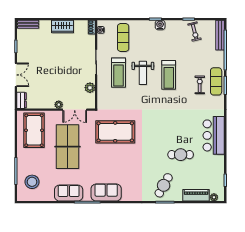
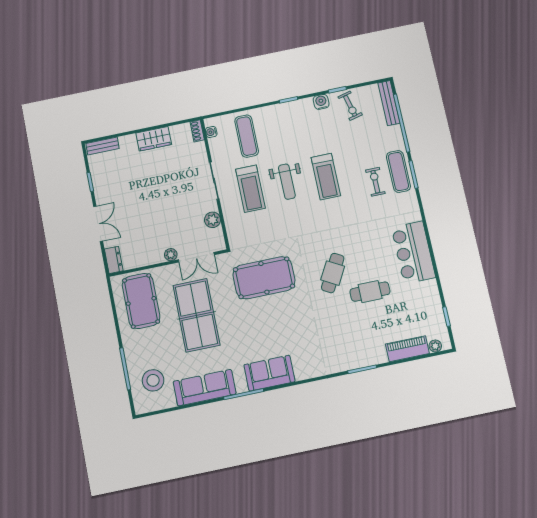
water cooler: (160, 25) -> (321, 102), moved
cafe table: (164, 185) -> (333, 273), moved
sofa: (69, 193) -> (205, 388), width x1.36

